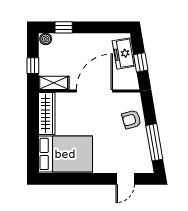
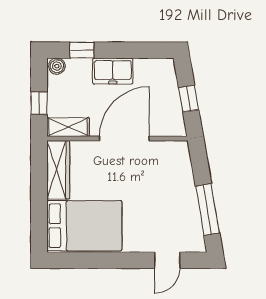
freezer: (124, 53) -> (113, 71), moved, turned -80
armchair: (131, 119) -> (176, 178), removed

